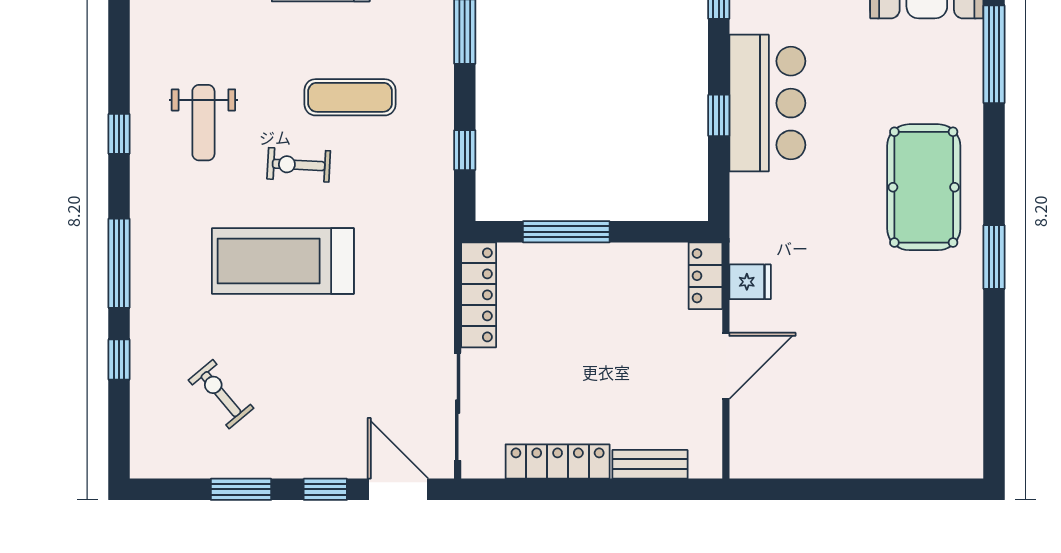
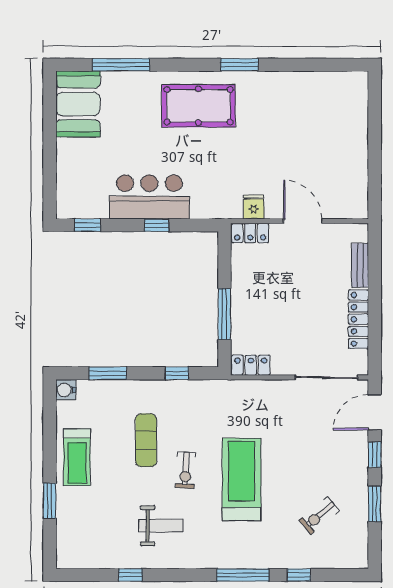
window: (119, 134) -> (130, 575), moved
treadmill: (283, 261) -> (242, 479), turned 180
locker: (479, 295) -> (251, 365), width x0.66

